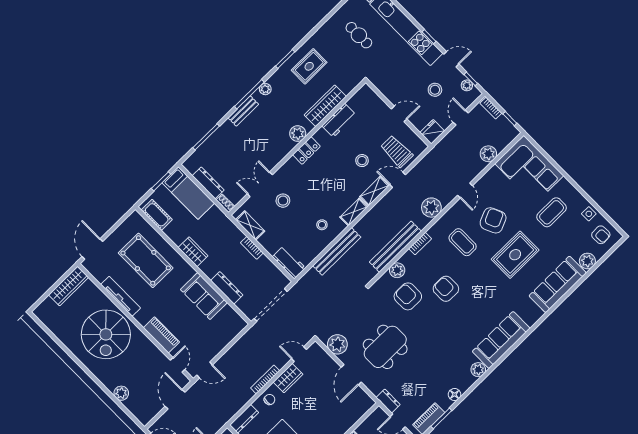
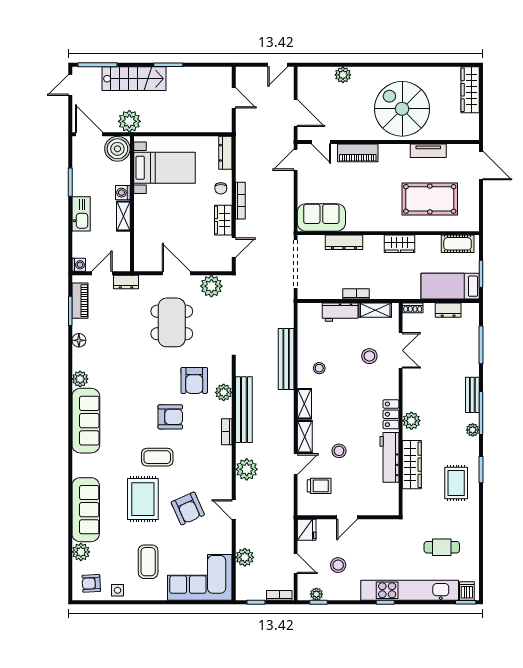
door: (451, 59) -> (350, 602), removed
workbench: (339, 120) -> (389, 457), width x1.38
trolley: (397, 151) -> (319, 486), width x0.73, depth x0.72
dresser: (208, 183) -> (448, 310), width x0.70
coffee table: (463, 242) -> (157, 457), moved
workbench: (289, 262) -> (340, 312), moved
wardrobe: (69, 286) -> (470, 90), moved
tv unit: (121, 296) -> (428, 151), width x0.71
sofa: (204, 296) -> (321, 217), moved
armchair: (408, 296) -> (194, 380), turned 90

